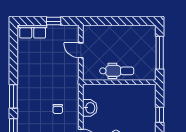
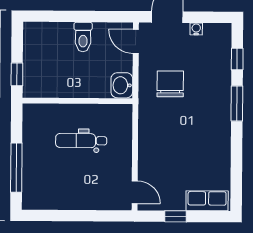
door: (81, 50) -> (135, 192), moved
wall: (119, 82) -> (77, 101), moved
chair: (58, 109) -> (170, 84), width x1.87, depth x1.87

